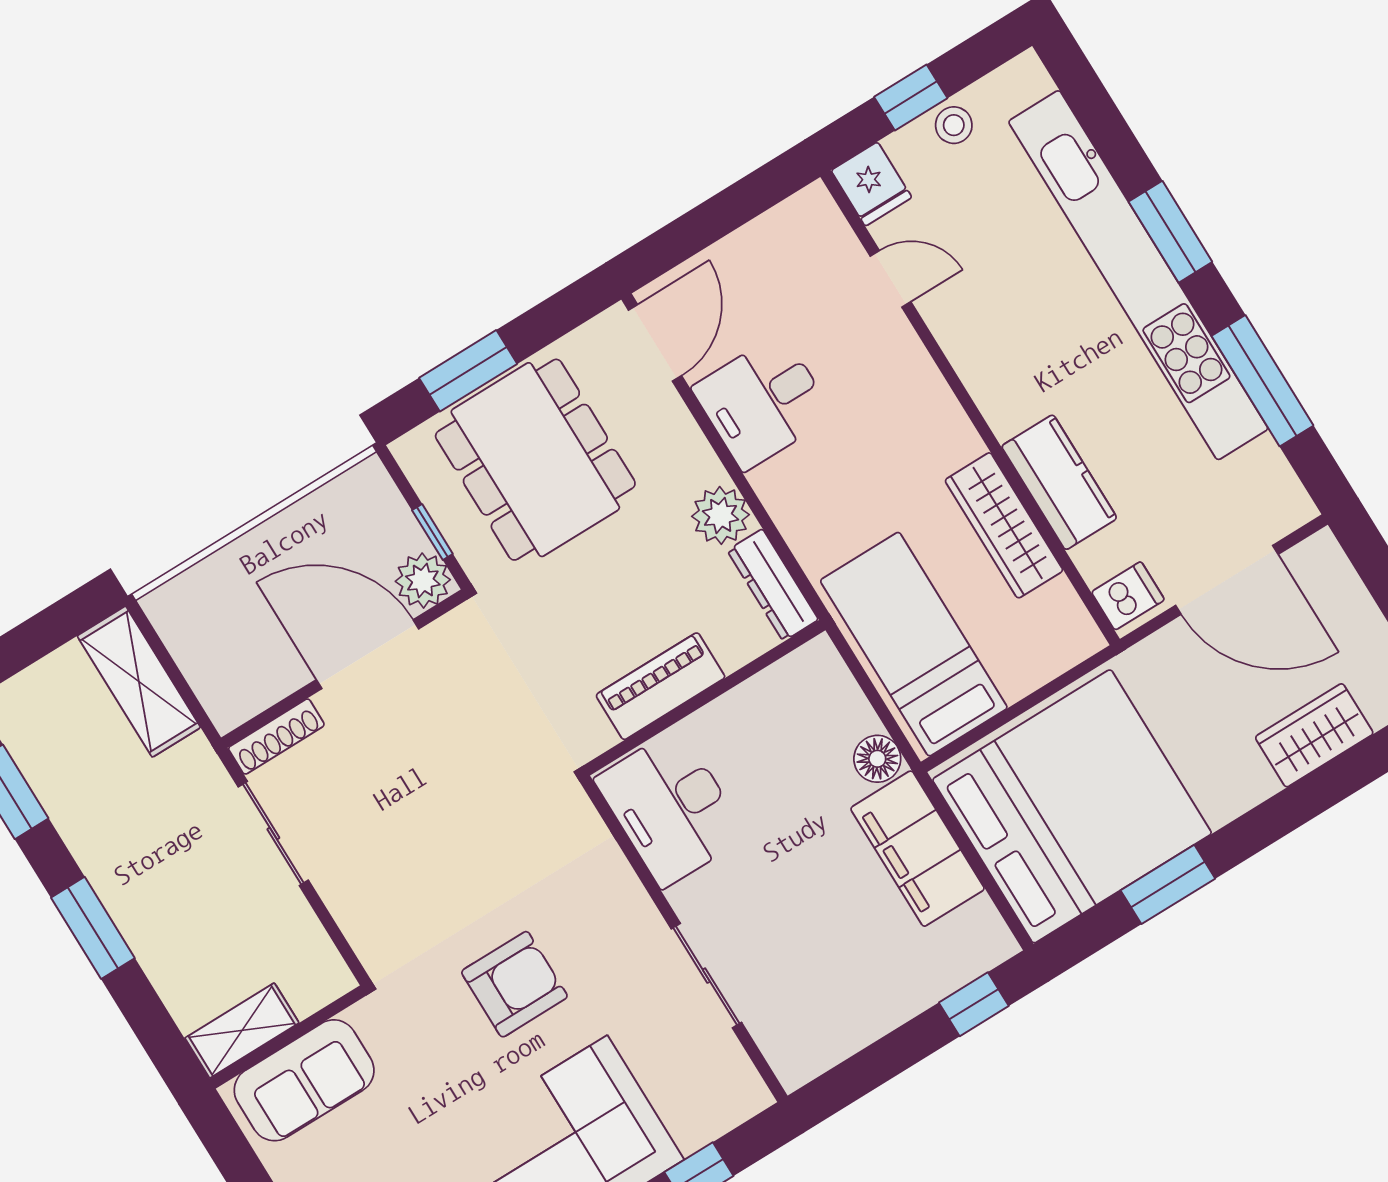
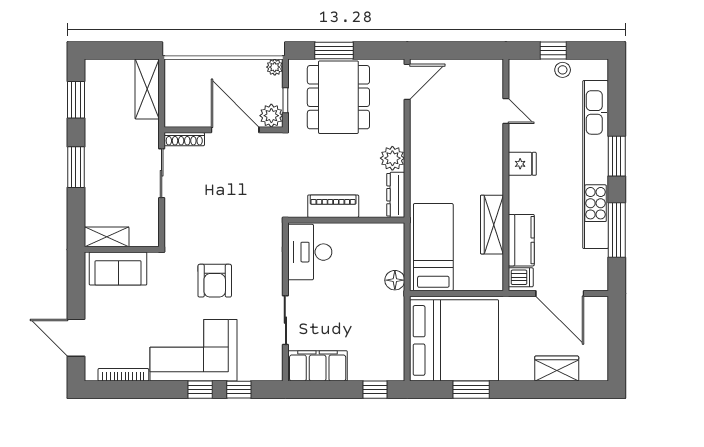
fridge: (871, 184) -> (522, 164), moved, turned -90
desk: (763, 402) -> (433, 127), removed
plant: (369, 478) -> (275, 67), added
kitchen counter: (1059, 482) -> (521, 240), moved
filing cabinet: (918, 849) -> (318, 366), moved, turned 90
armchair: (514, 984) -> (215, 281), turned 90

